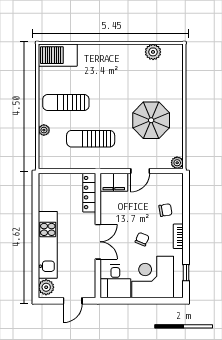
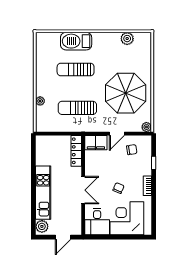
barbecue: (58, 55) -> (76, 41), moved
sun lounger: (66, 103) -> (76, 69), moved
parasol: (151, 120) -> (126, 93), width x1.36, depth x1.36
chair: (165, 210) -> (132, 150), moved
window: (186, 273) -> (154, 163), moved

